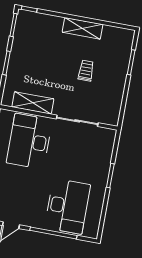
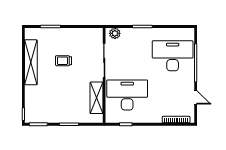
shelving: (83, 28) -> (31, 62), width x1.47
plant: (108, 140) -> (115, 33), added
desk: (29, 141) -> (127, 95), turned 180

